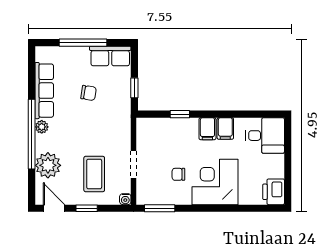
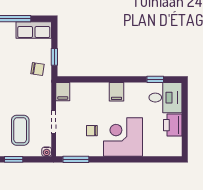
chair: (89, 93) -> (38, 69), moved
window: (180, 114) -> (155, 79), moved
filing cabinet: (225, 128) -> (63, 92), moved
printer: (274, 192) -> (173, 125), moved

